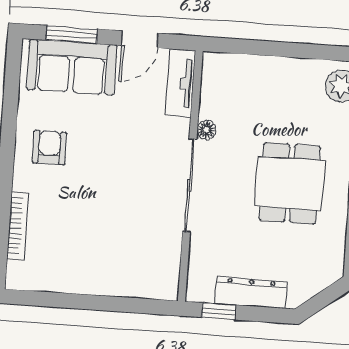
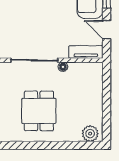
dining table: (290, 183) -> (39, 111), turned 90

